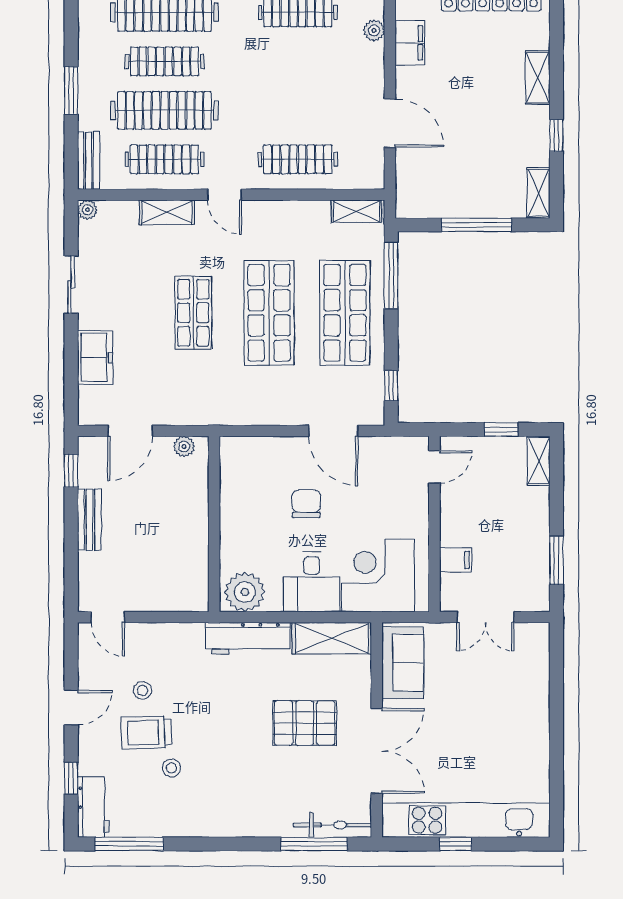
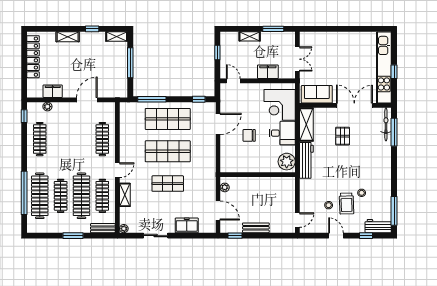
shelving: (356, 211) -> (124, 114), removed
shelving: (539, 461) -> (250, 36), moved
filing cabinet: (456, 560) -> (268, 72), width x2.00
pallet: (305, 723) -> (343, 136), width x0.67, depth x0.71

